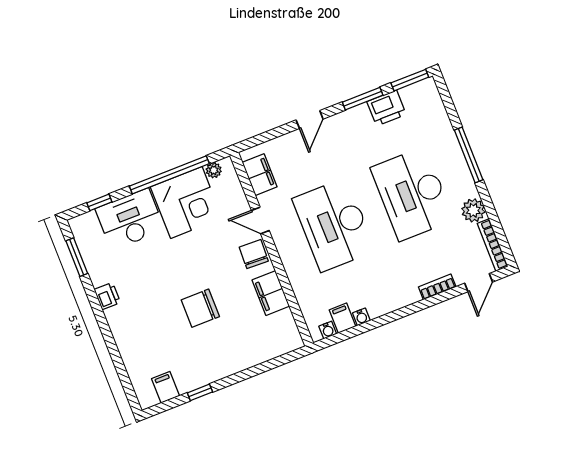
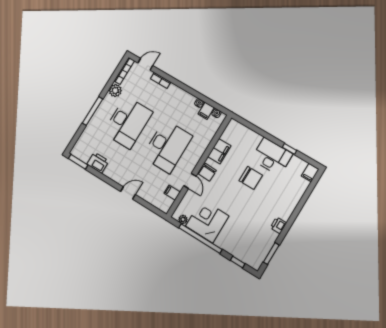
window: (363, 99) -> (101, 176), removed
filing cabinet: (260, 175) -> (172, 193), width x0.50
desk: (130, 219) -> (272, 156), moved, turned 180
filing cabinet: (166, 387) -> (310, 173), moved

